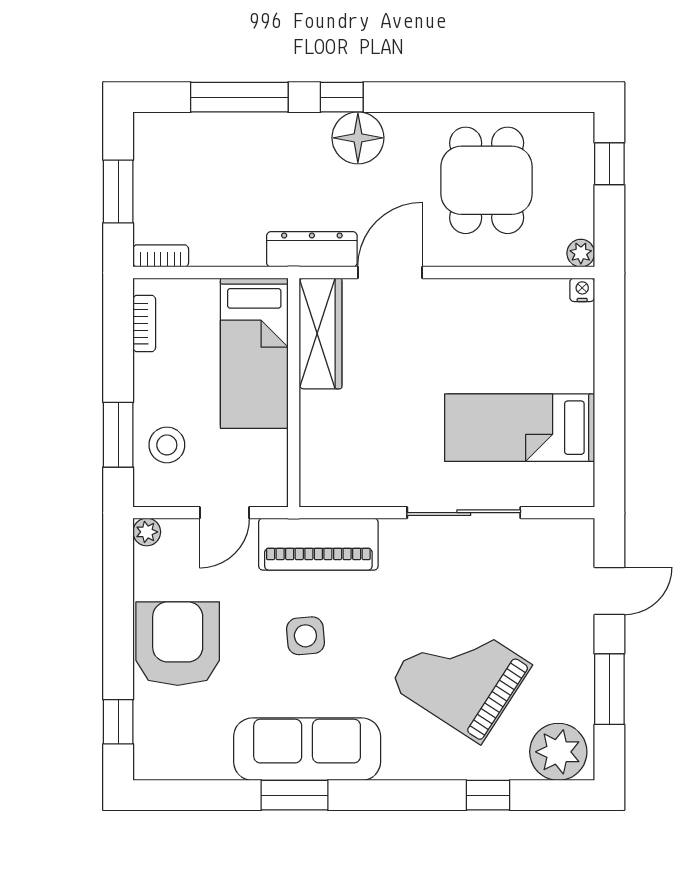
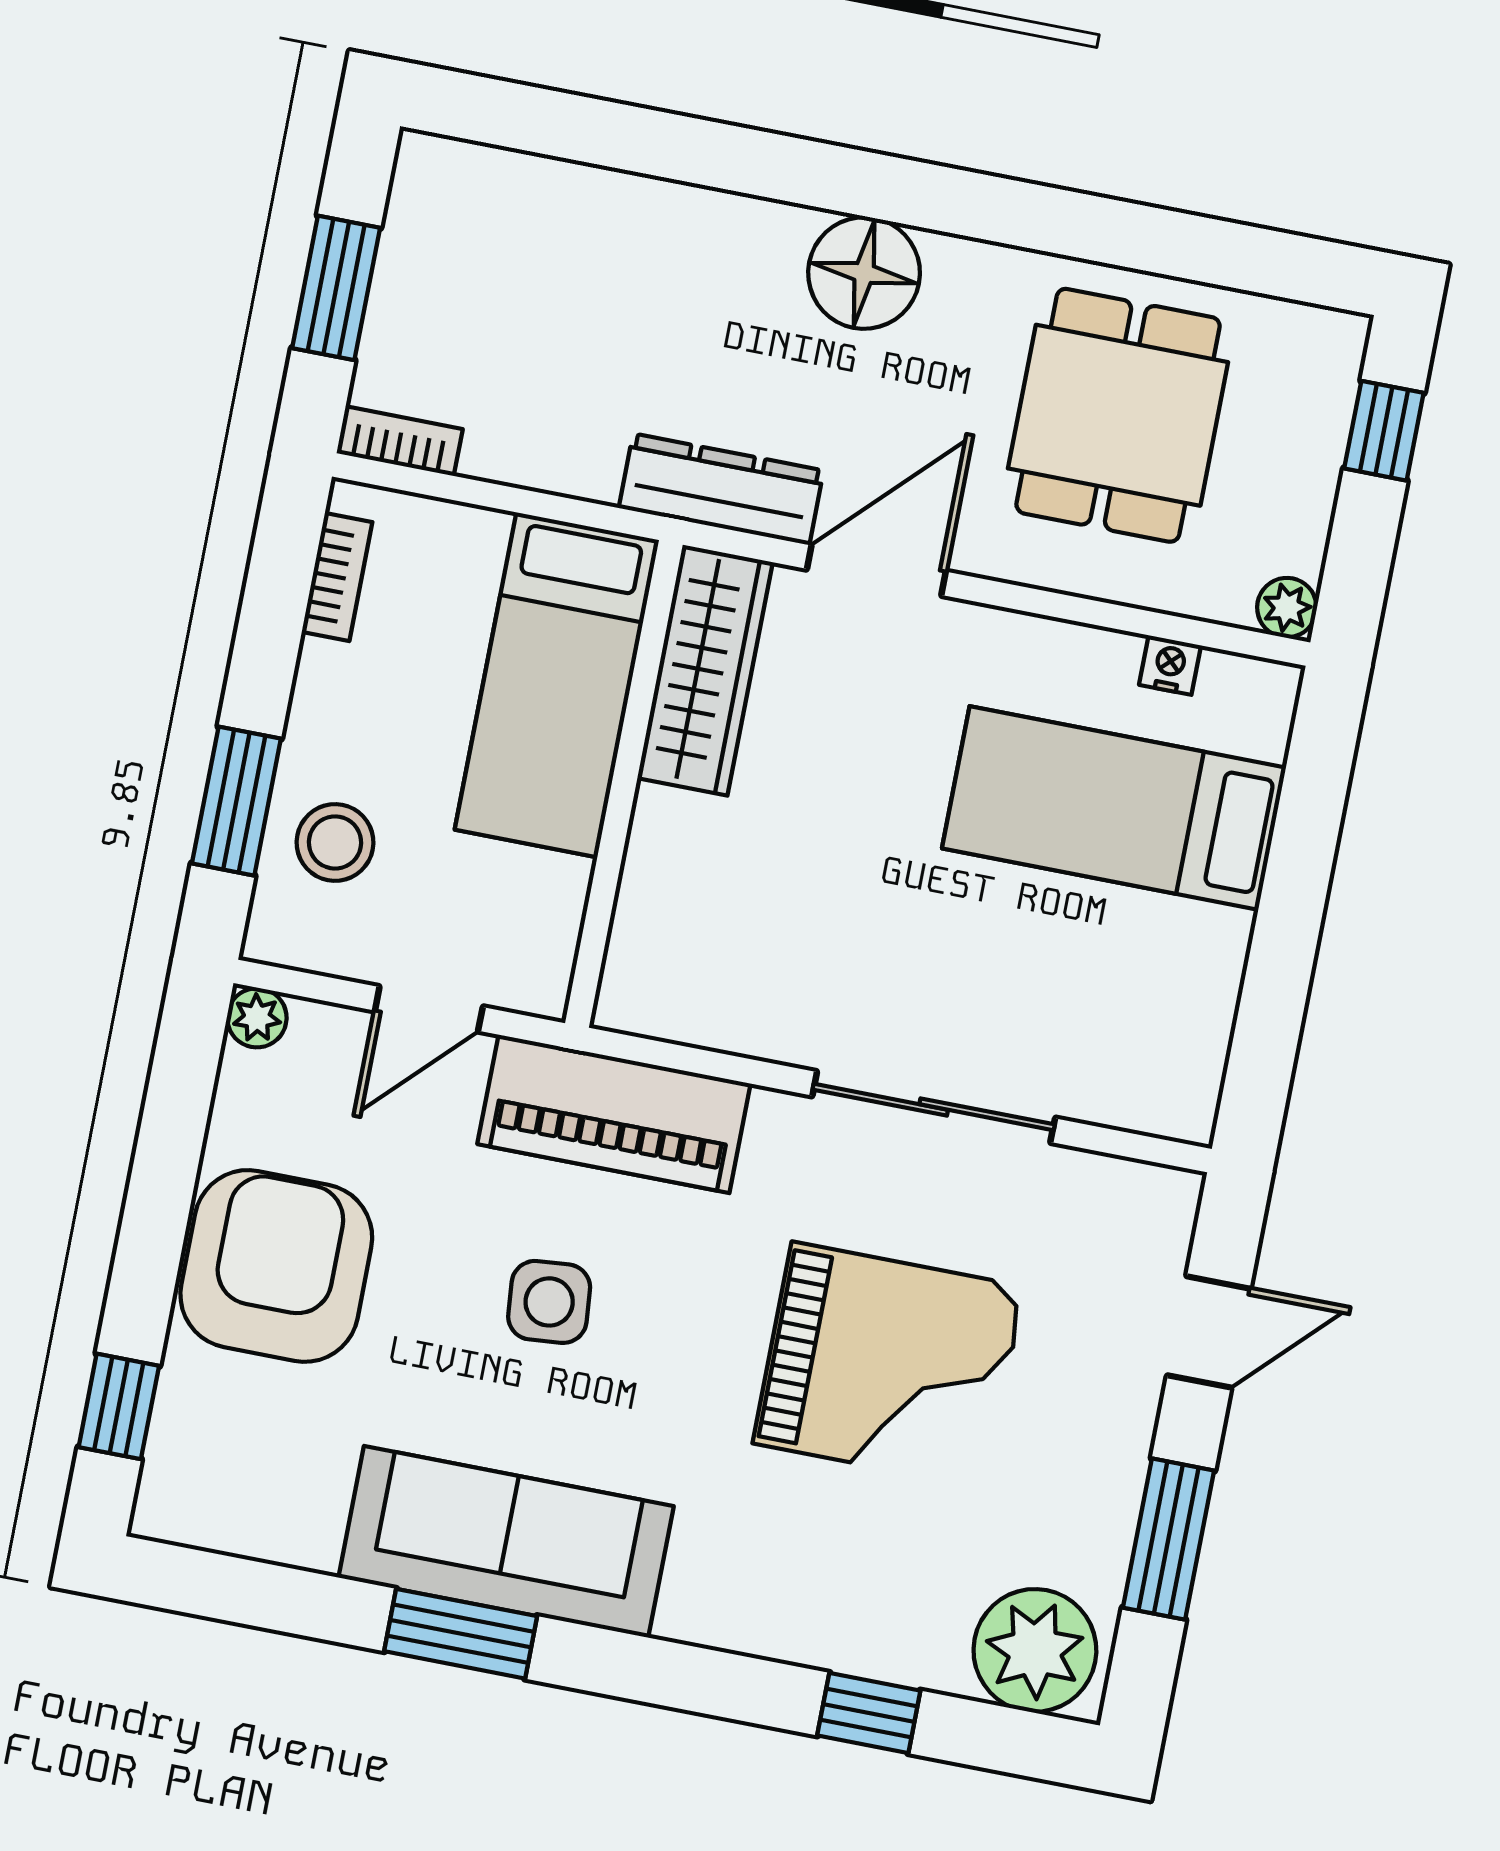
window: (239, 97) -> (631, 138), removed
window: (342, 97) -> (847, 180), removed
nightstand: (582, 290) -> (1170, 665), moved
bed: (520, 428) -> (1114, 808), moved
grand piano: (460, 675) -> (889, 1365), moved, turned 147

